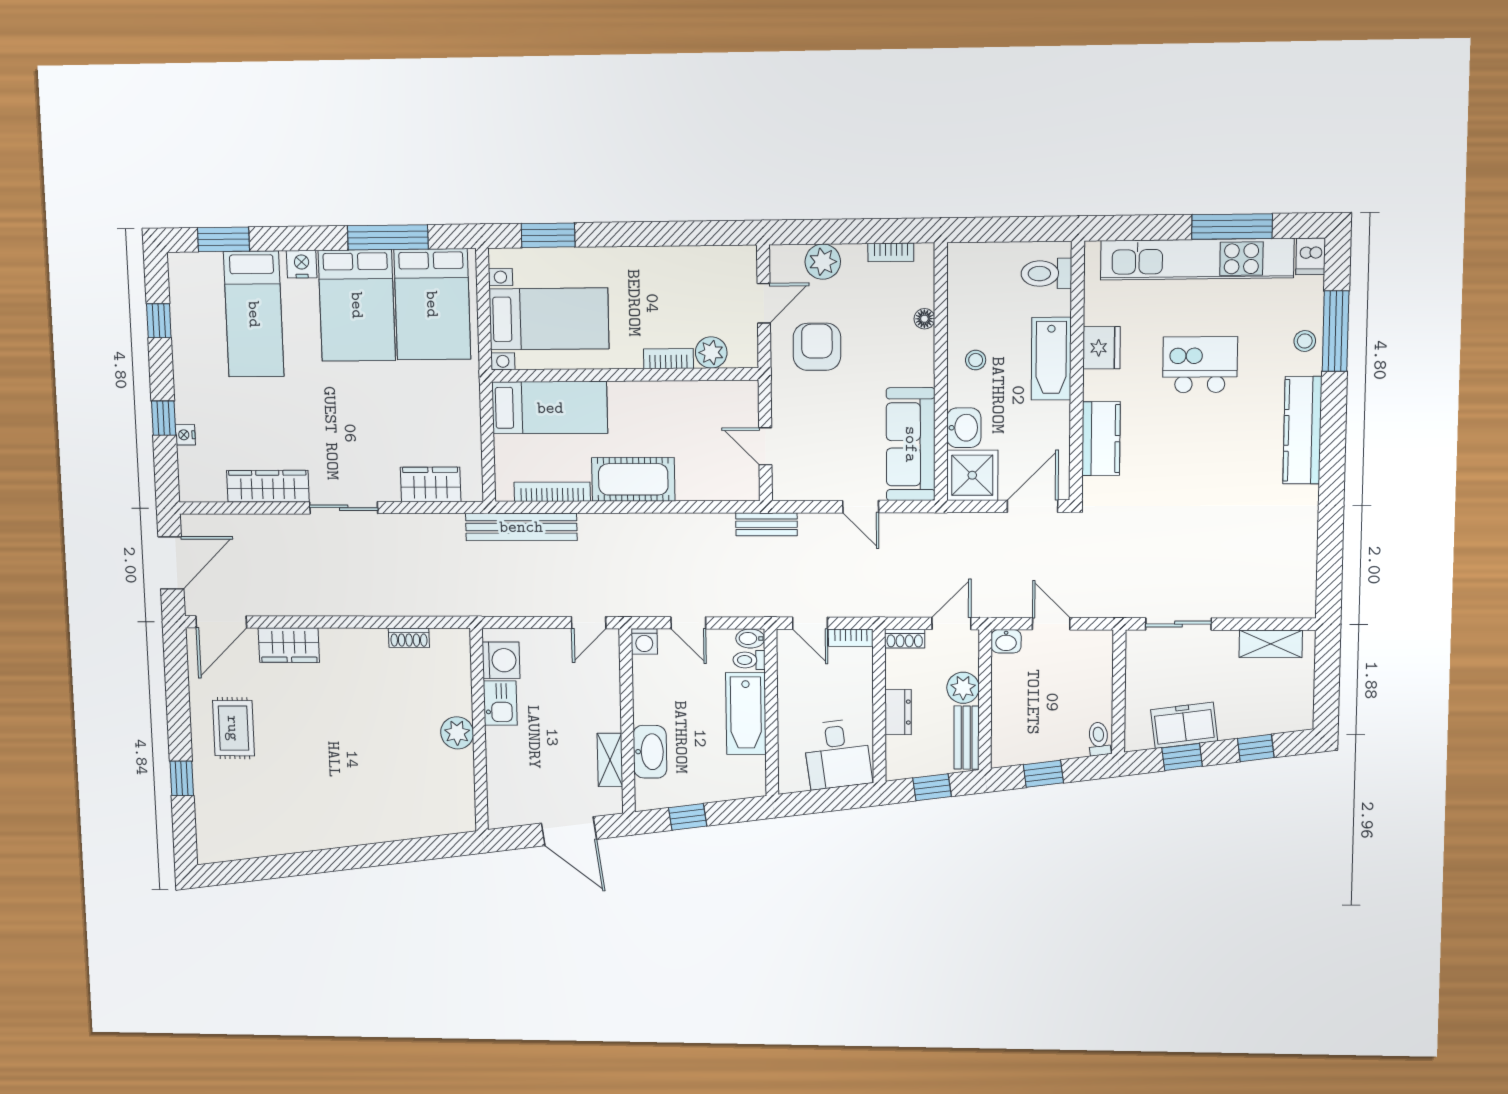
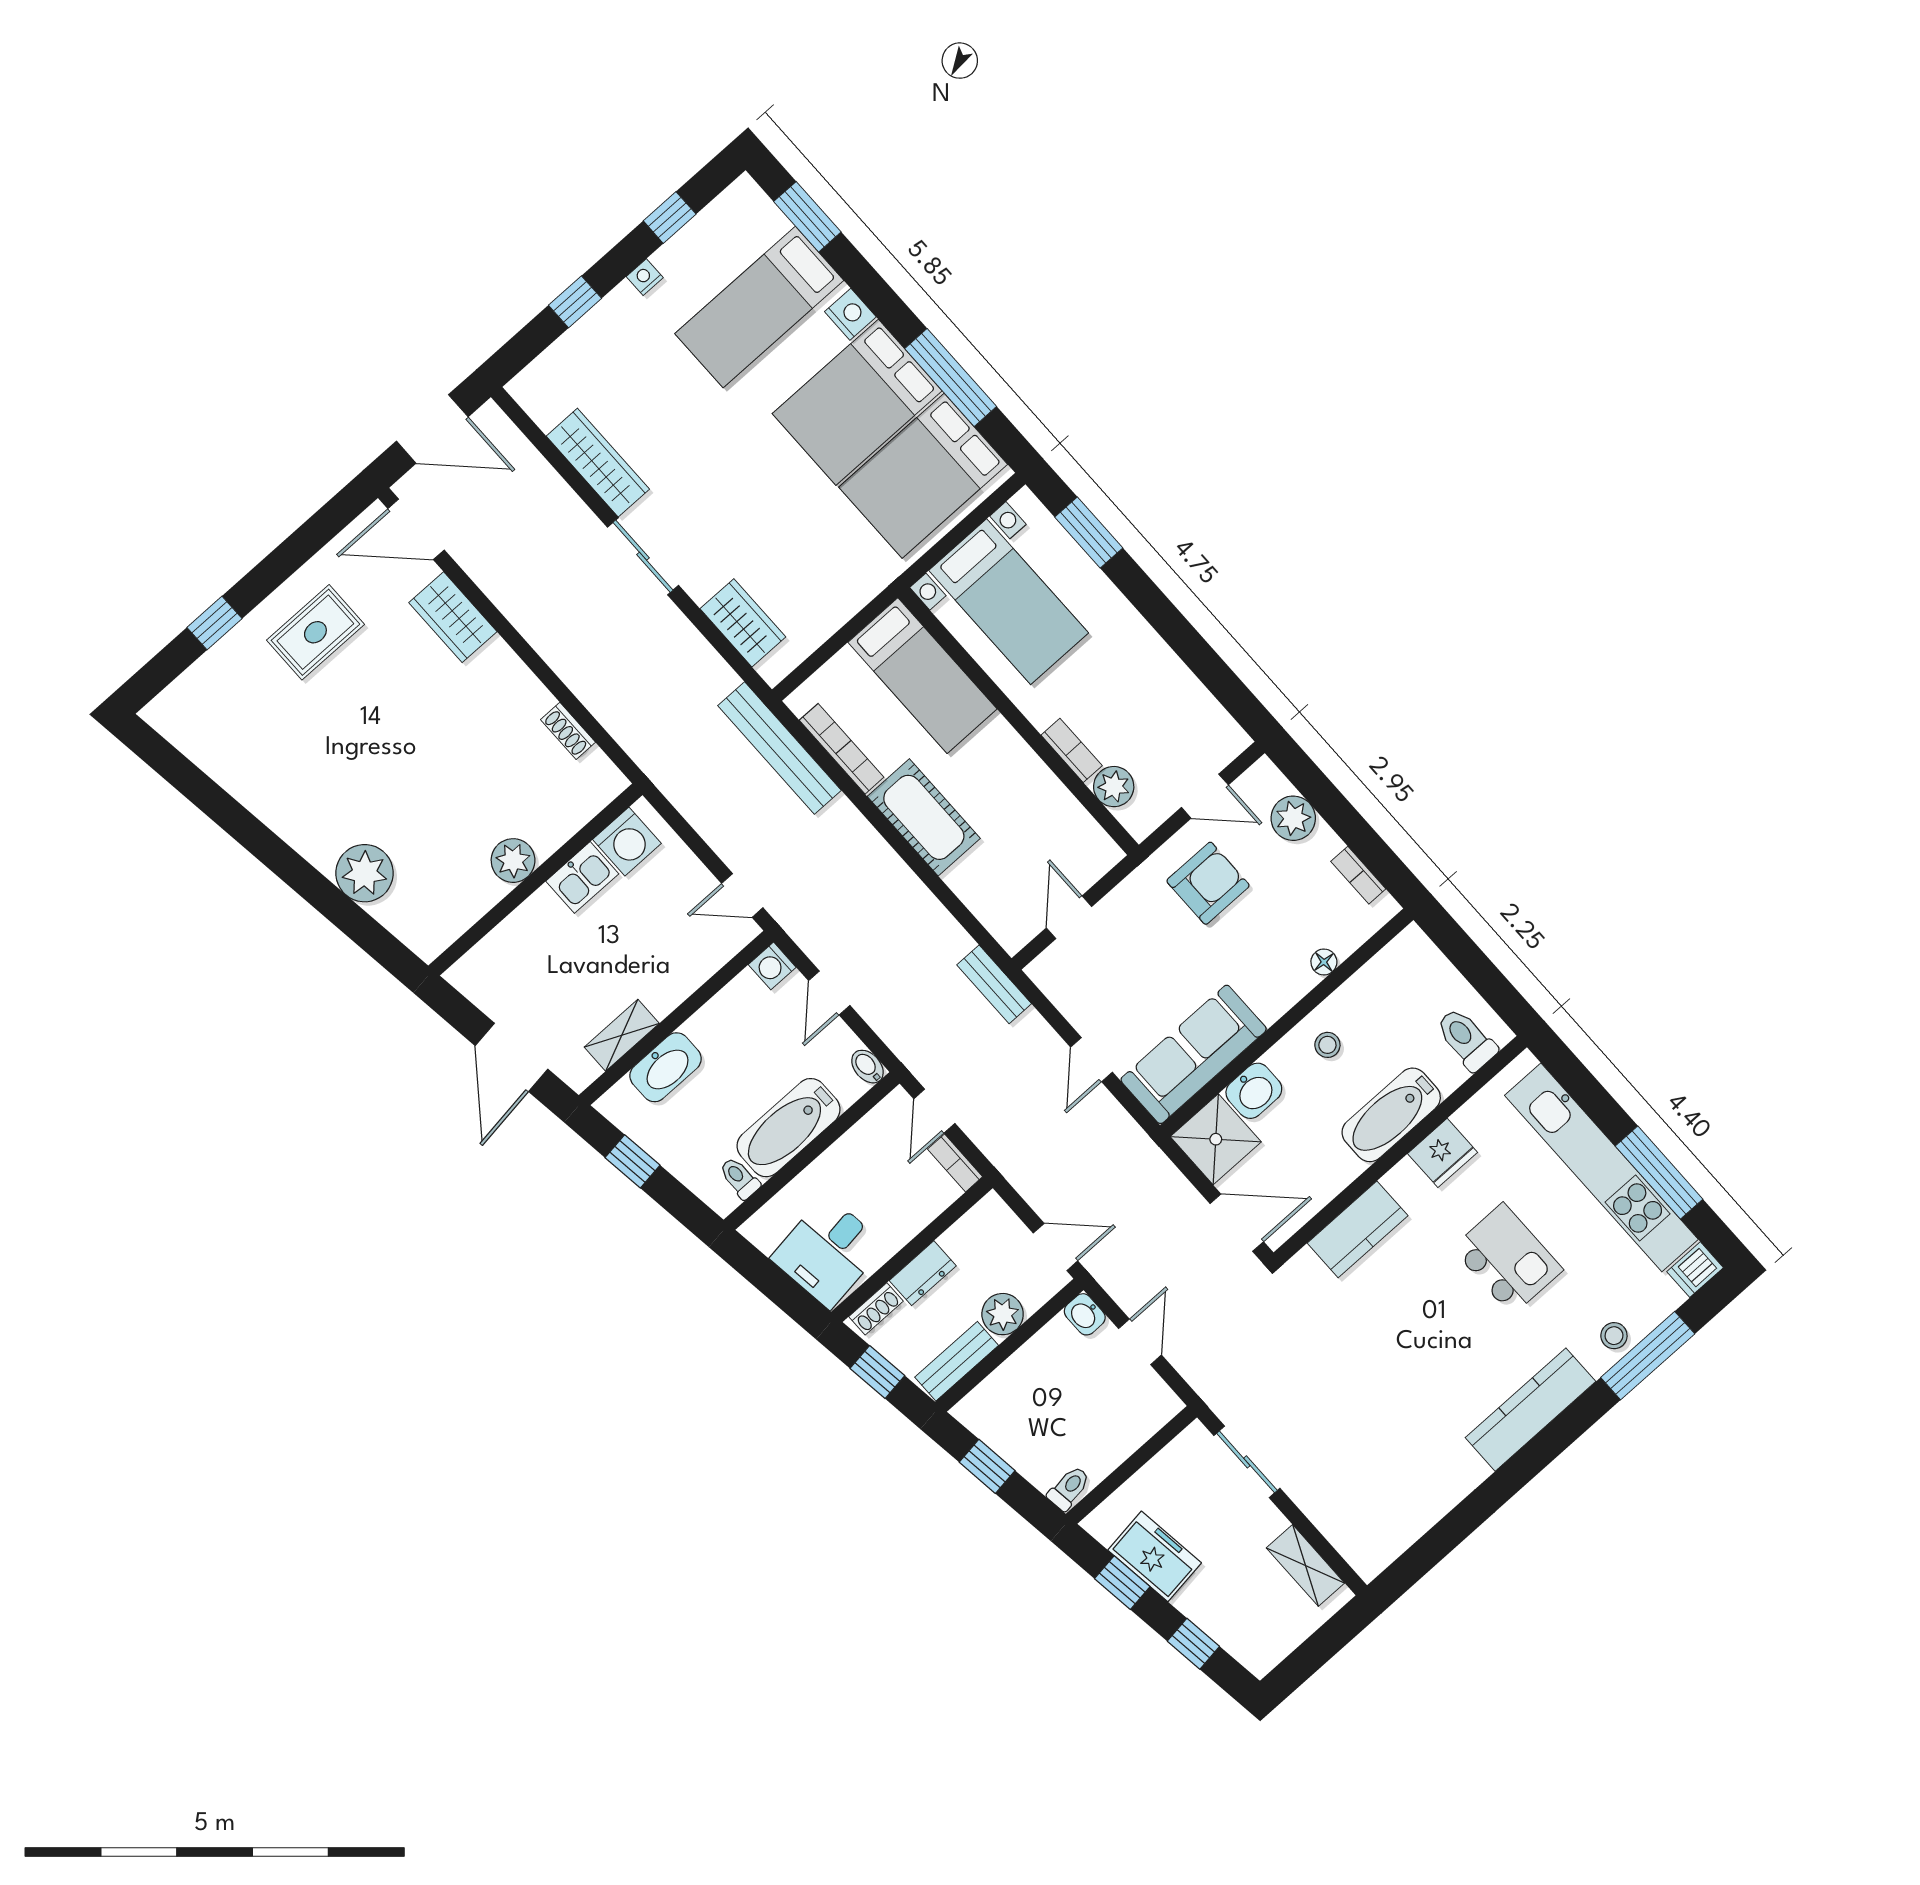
nightstand: (185, 435) -> (645, 277), moved
shoe rack: (905, 639) -> (876, 1309), moved, turned -90
toilet: (749, 660) -> (739, 1178), moved
plant: (394, 820) -> (365, 873), added

